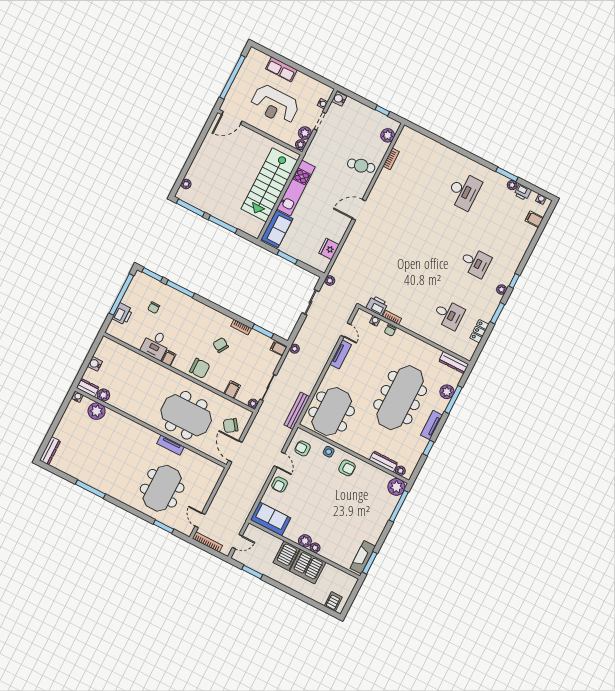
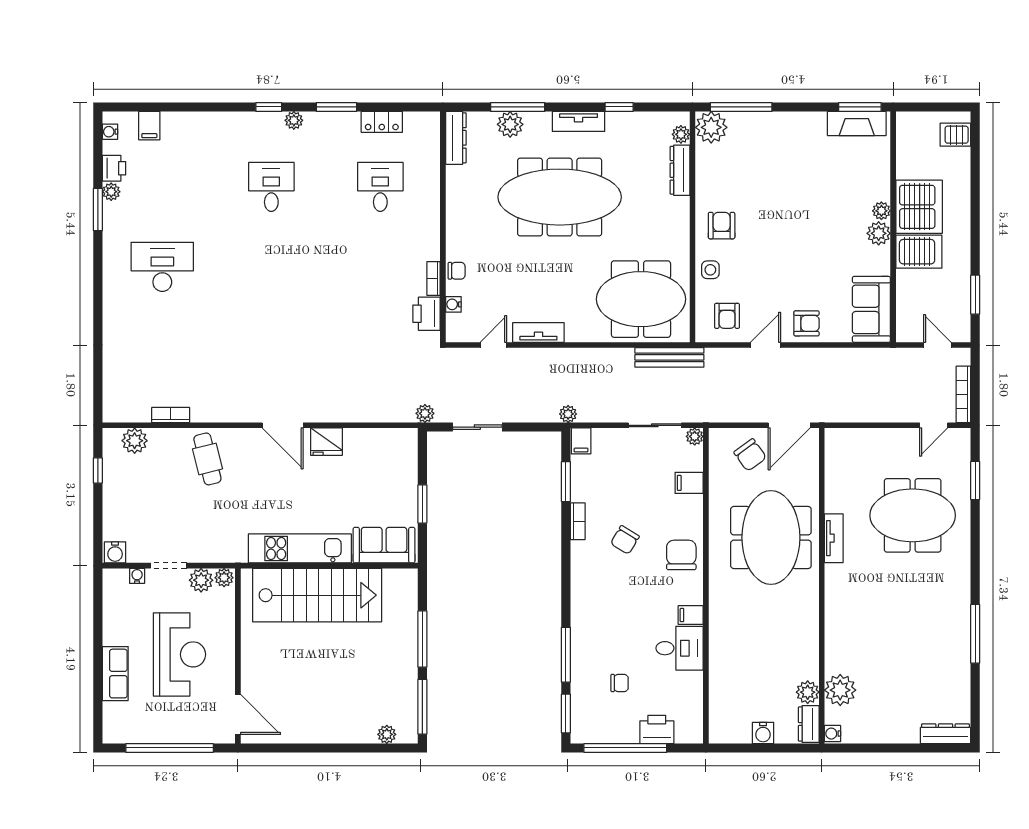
fridge: (329, 249) -> (326, 442), moved

